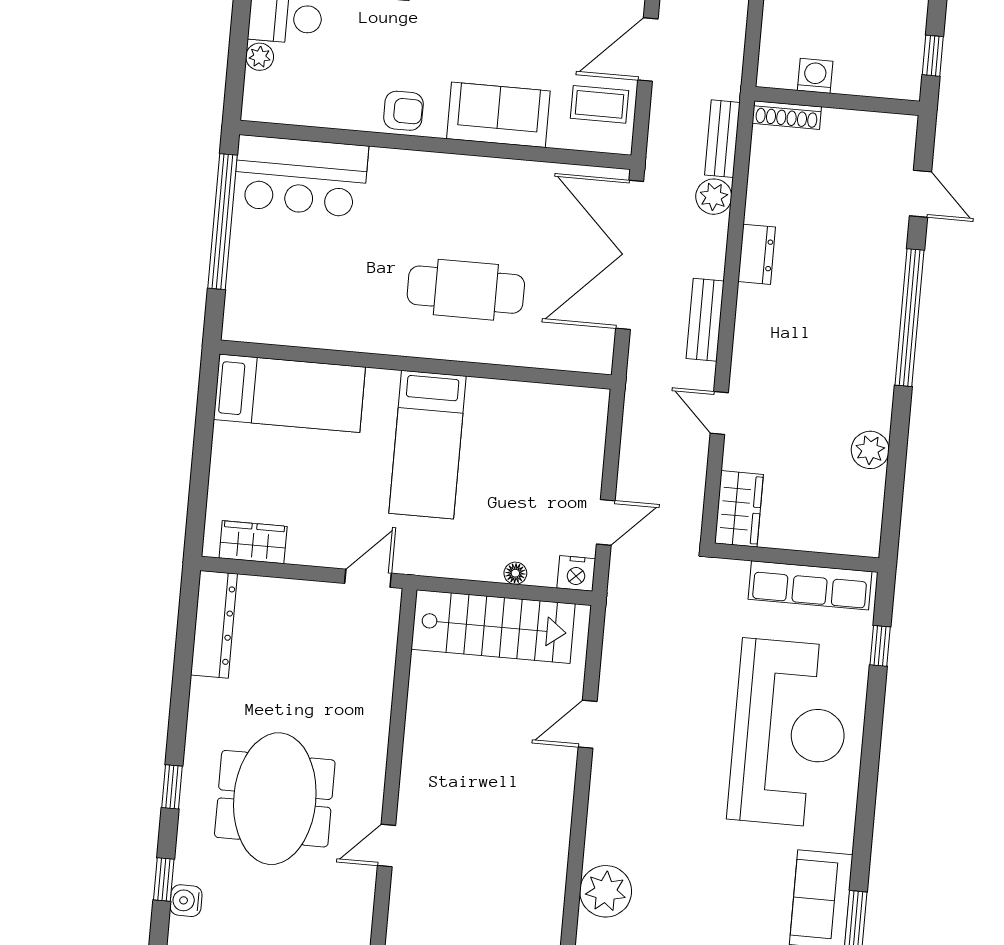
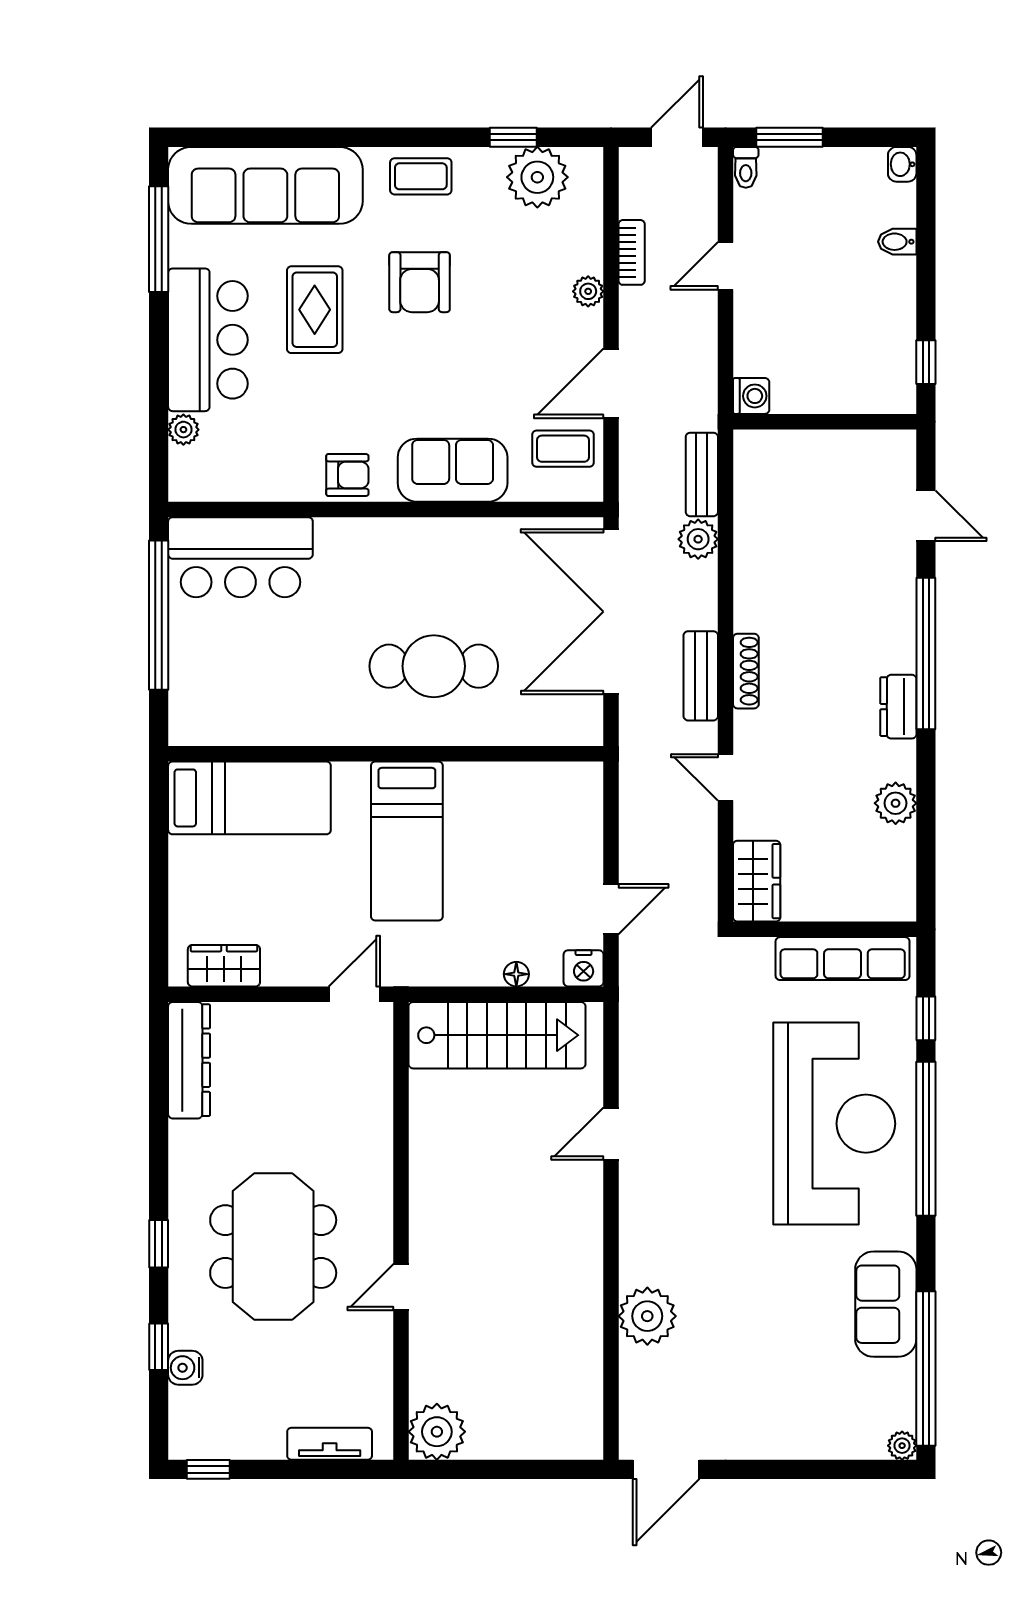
washing machine: (815, 76) -> (751, 396), moved, turned 90
shoe rack: (787, 115) -> (746, 671), moved, turned -90
dresser: (757, 254) -> (898, 707), moved, turned 180
window: (870, 754) -> (926, 1139), added

